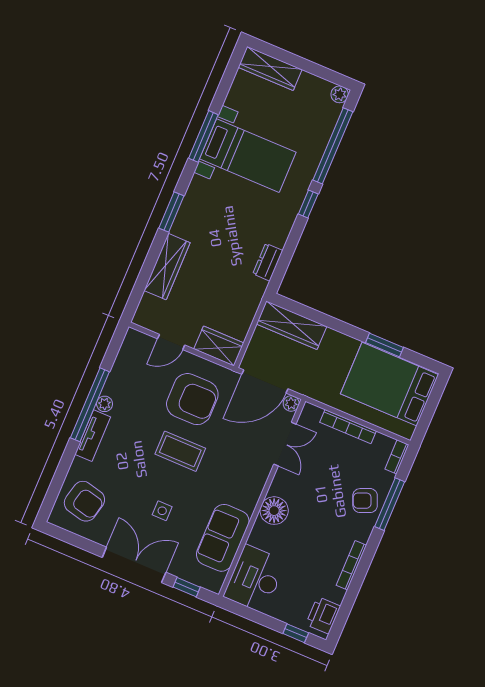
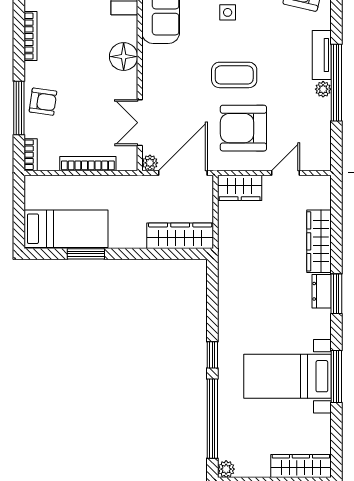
dresser: (268, 262) -> (322, 291), moved, turned 180
bed: (389, 384) -> (66, 229), width x0.67
armchair: (365, 501) -> (43, 102), turned 31

